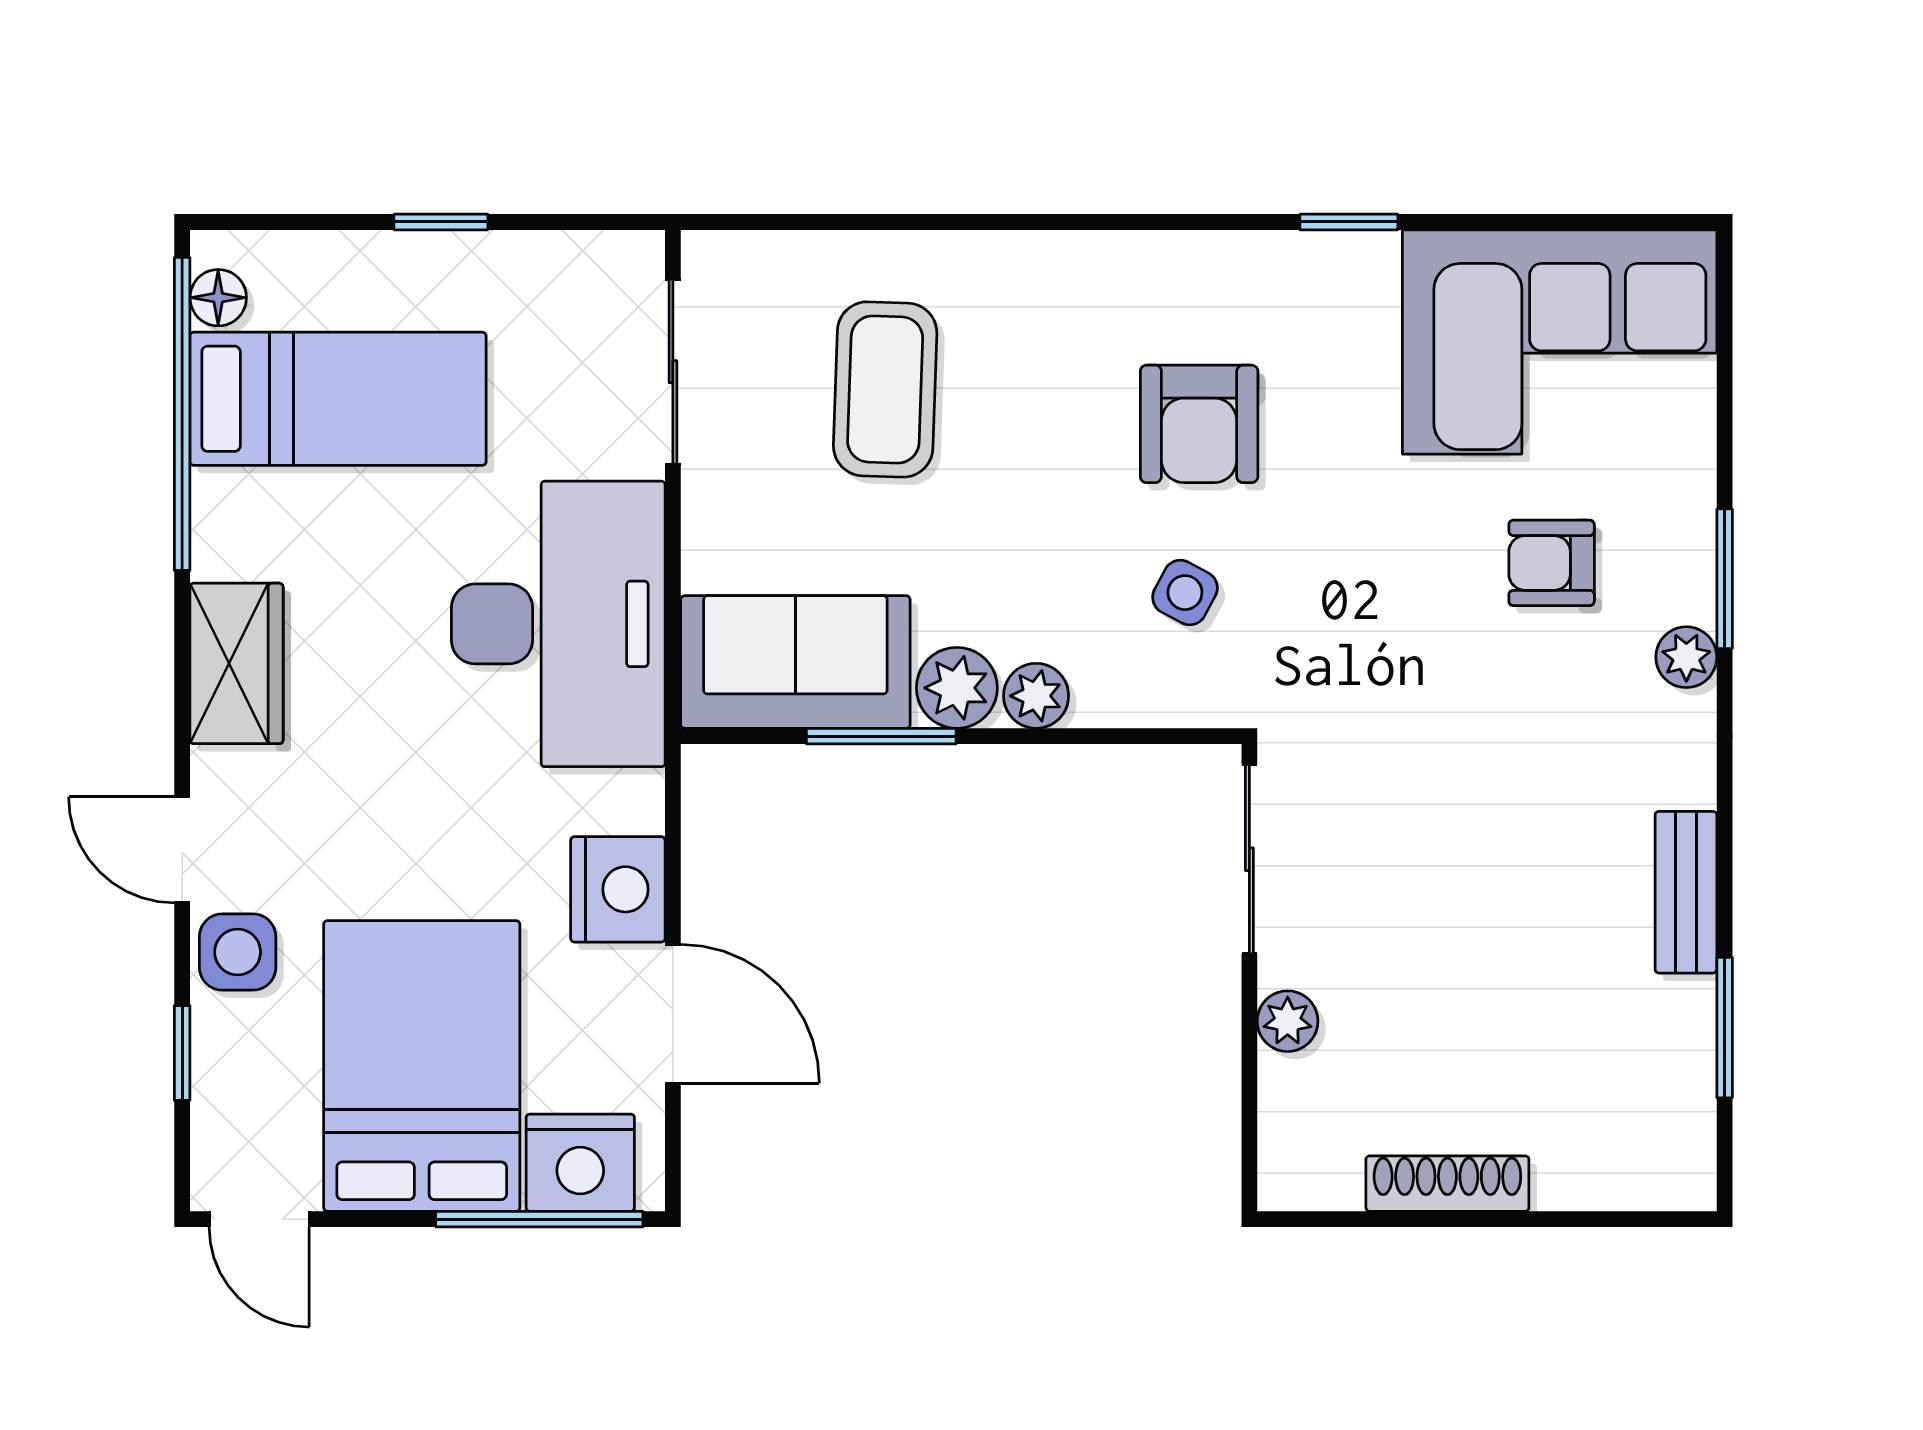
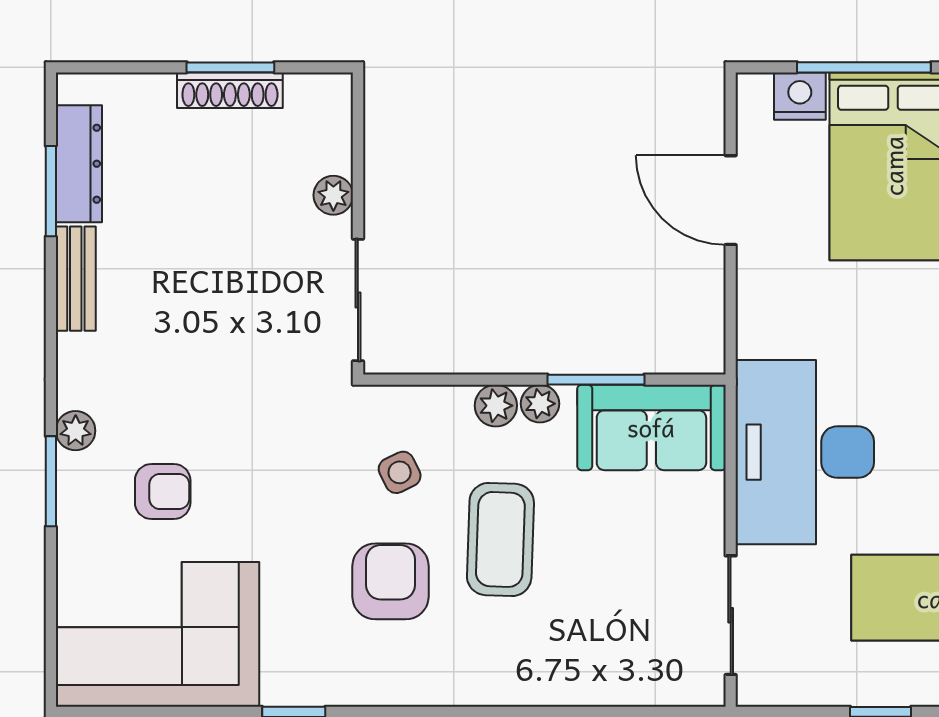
coffee table: (885, 389) -> (500, 539), moved
side table: (1185, 593) -> (400, 472), turned 36
plant: (957, 688) -> (540, 404), width x0.73, depth x0.73
nightstand: (618, 889) -> (766, 281), removed
dresser: (1681, 1070) -> (79, 164), added
nightstand: (580, 1163) -> (800, 96), width x0.74, depth x0.75
window: (539, 1219) -> (864, 67), moved
window: (1447, 1219) -> (230, 67), added

